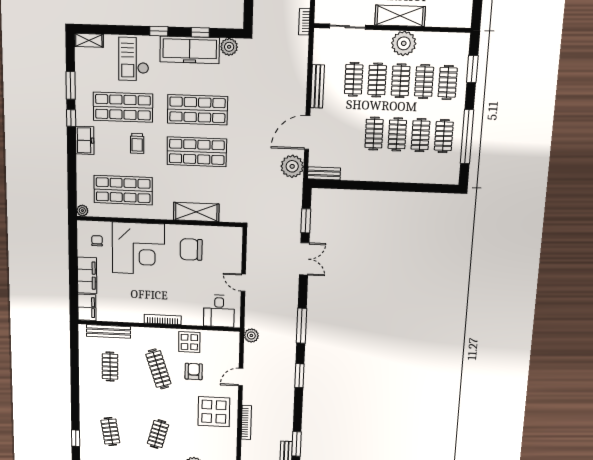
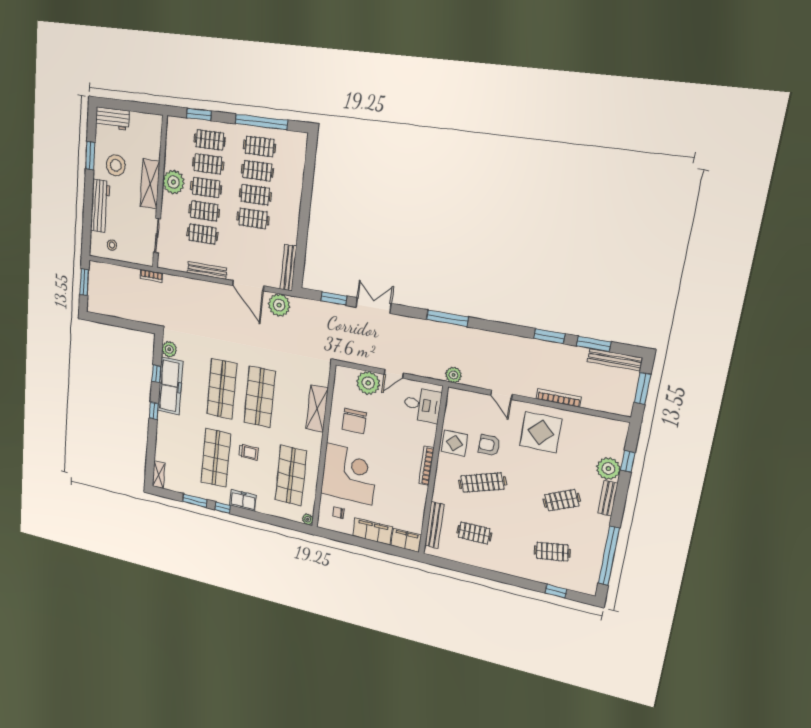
checkout: (134, 59) -> (176, 439), removed
bench: (324, 173) -> (289, 268), width x1.36
plant: (230, 260) -> (368, 383), added
window: (299, 376) -> (549, 336), moved
clothes rail: (158, 434) -> (562, 500), turned -39

